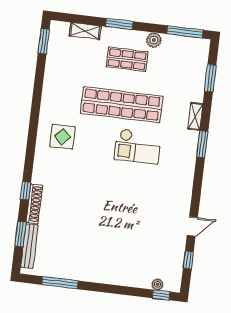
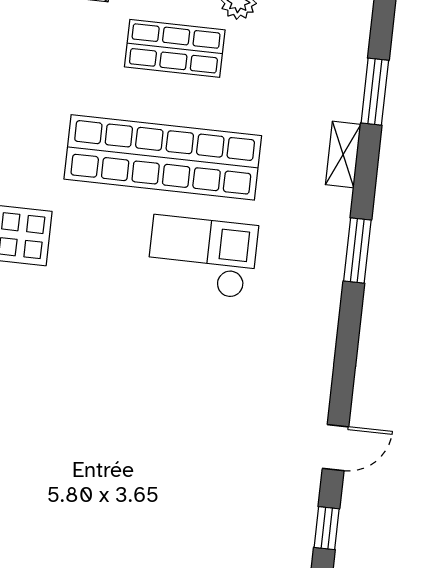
shelving: (195, 116) -> (343, 154), moved
checkout: (138, 146) -> (202, 257), turned 180

